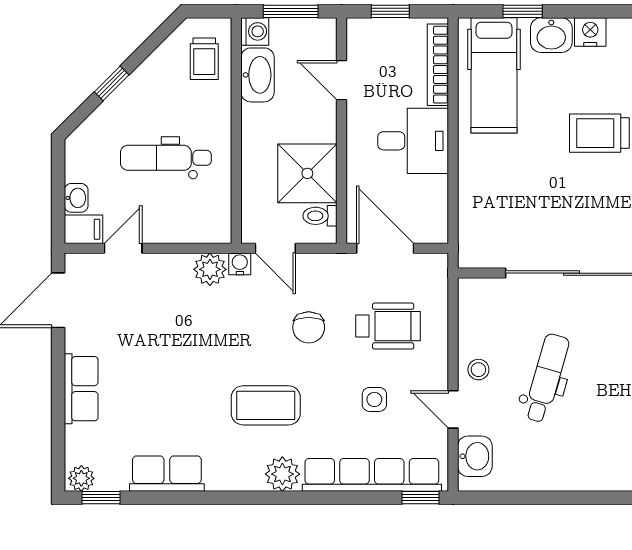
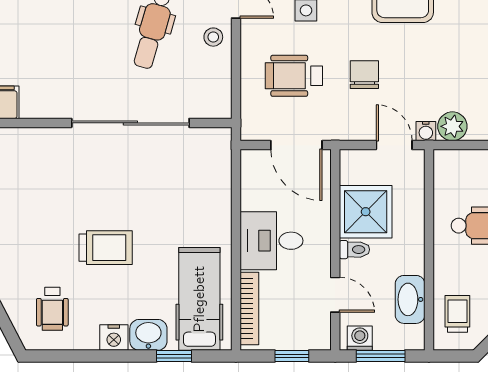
washing machine: (255, 31) -> (360, 338), moved, turned 90
toilet: (320, 216) -> (354, 250), moved

